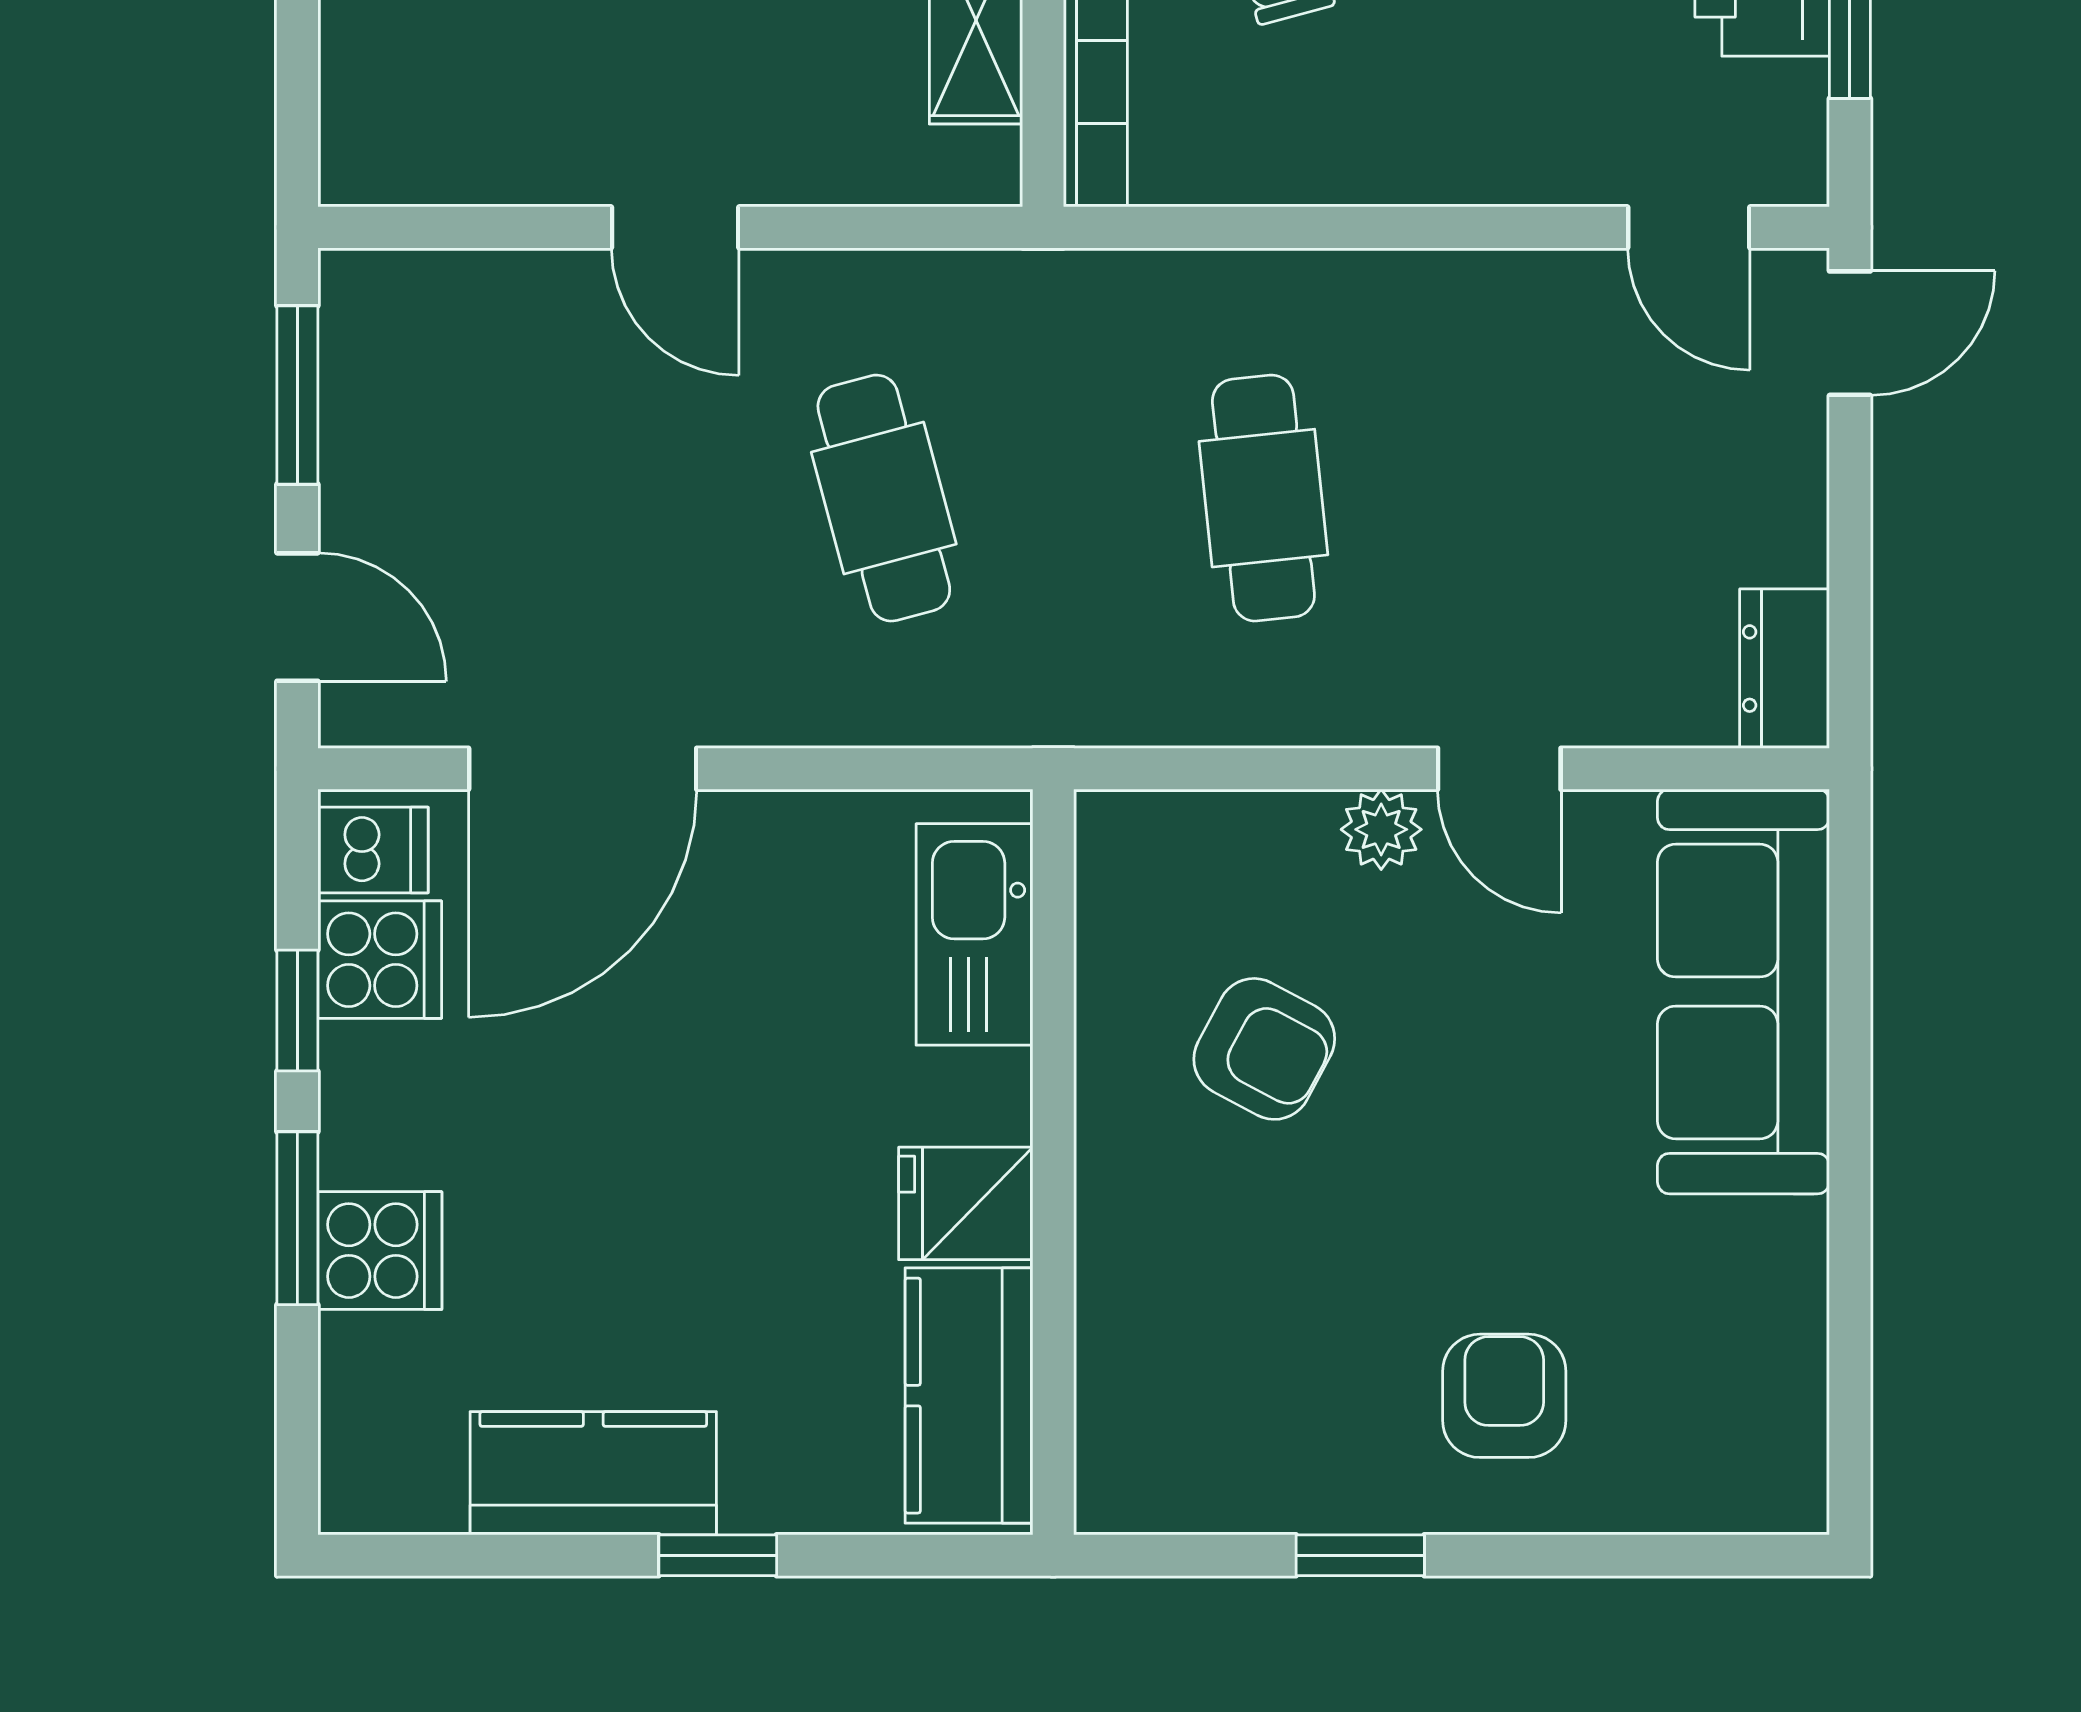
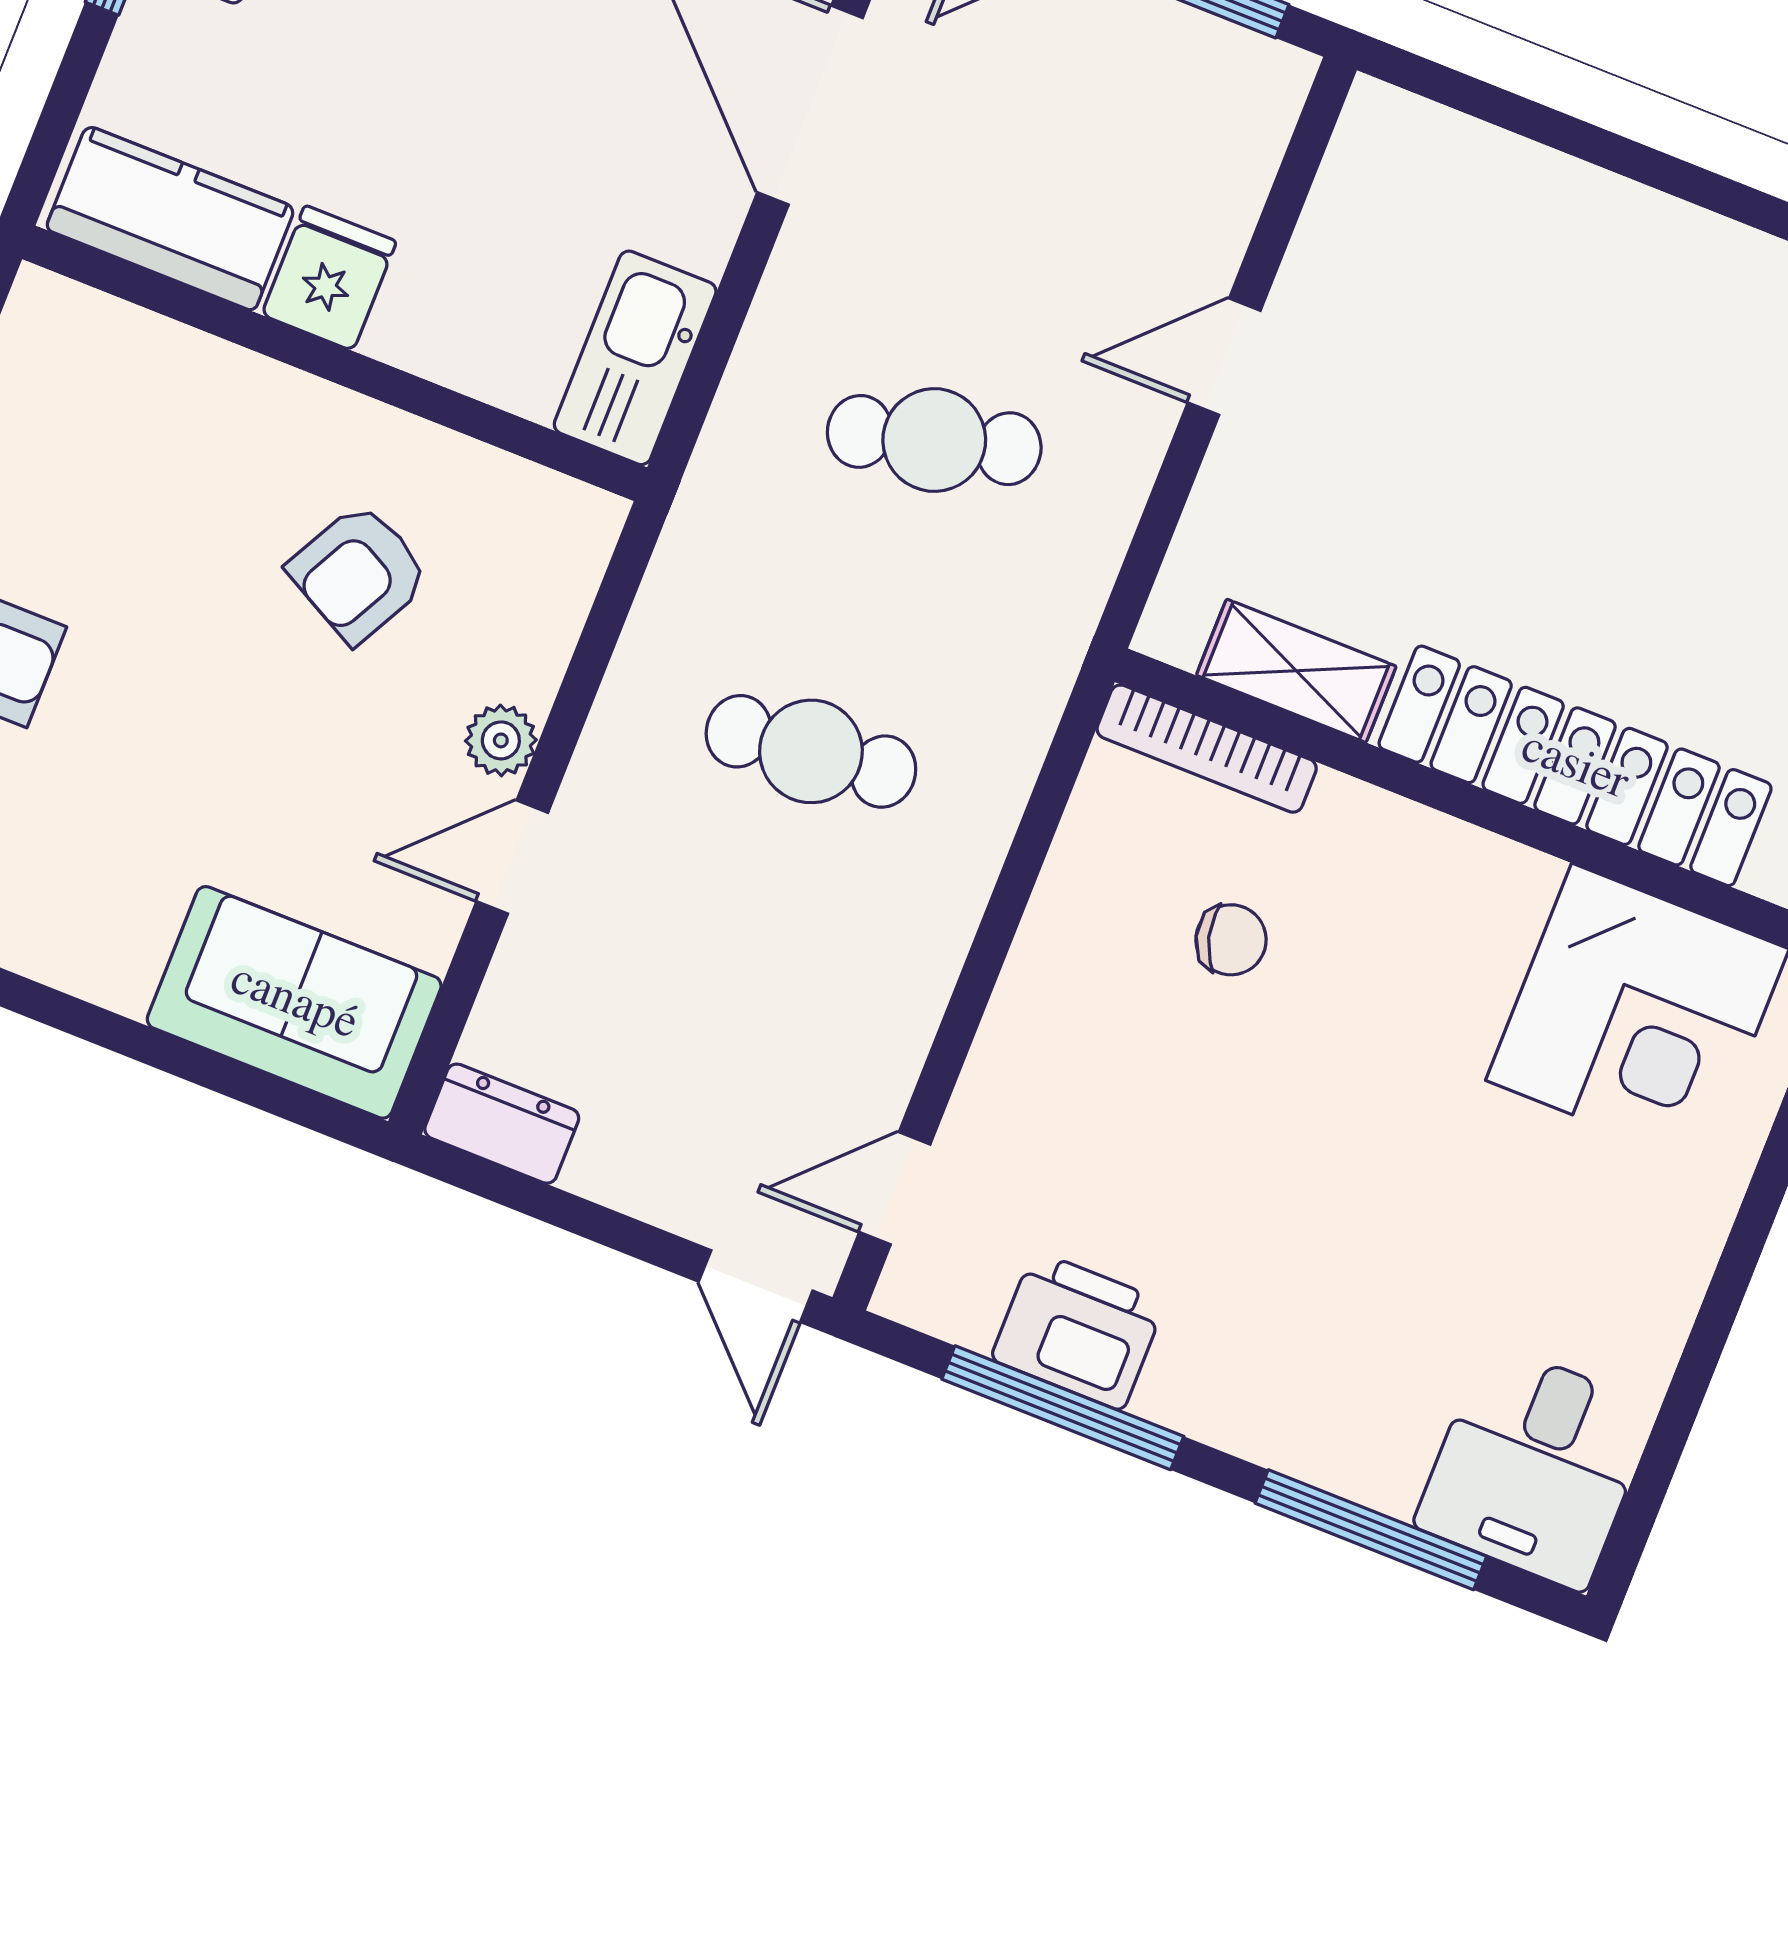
kitchen sink: (974, 934) -> (635, 358), moved, turned -90
sofa: (1743, 992) -> (294, 1002), width x0.73

